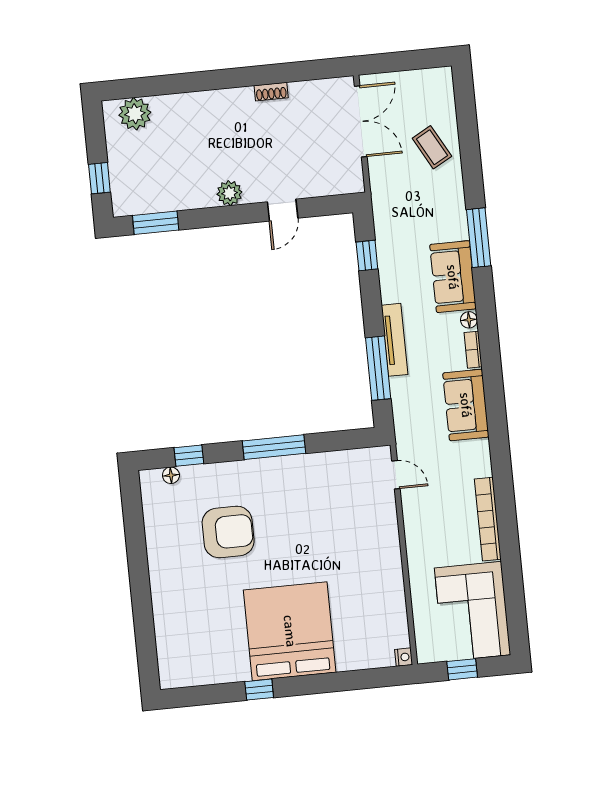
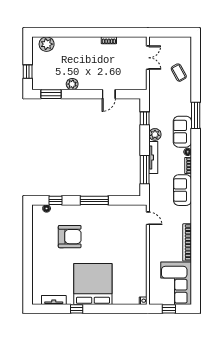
double door: (361, 121) -> (148, 58), width x0.73
plant: (229, 193) -> (72, 84), moved
plant: (393, 289) -> (155, 134), added
tv unit: (207, 675) -> (54, 300), added

